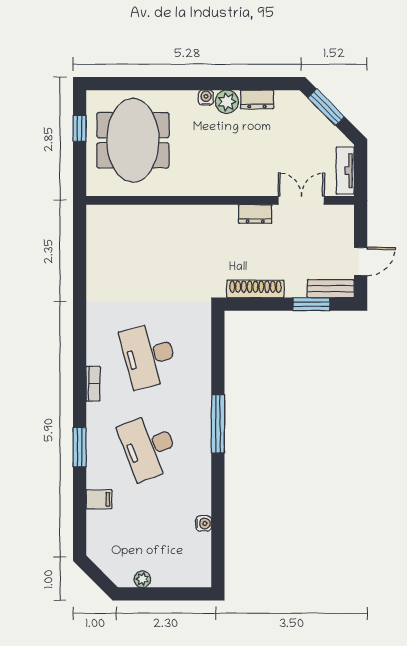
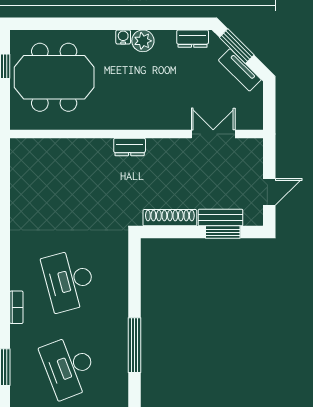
dresser: (257, 99) -> (193, 39), moved
meeting table: (133, 140) -> (54, 77), turned 90
tv unit: (345, 171) -> (240, 70), moved, turned -45
dresser: (255, 214) -> (130, 147), moved
bench: (331, 289) -> (221, 217), moved

